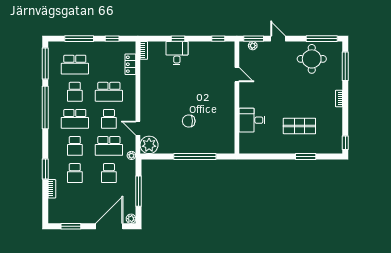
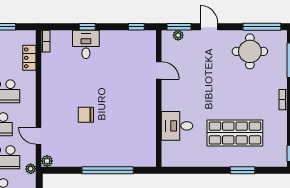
chair: (189, 121) -> (86, 115), moved
shop shelf: (299, 126) -> (235, 133), width x1.43, depth x1.36
plant: (149, 145) -> (47, 161), width x0.53, depth x0.53

